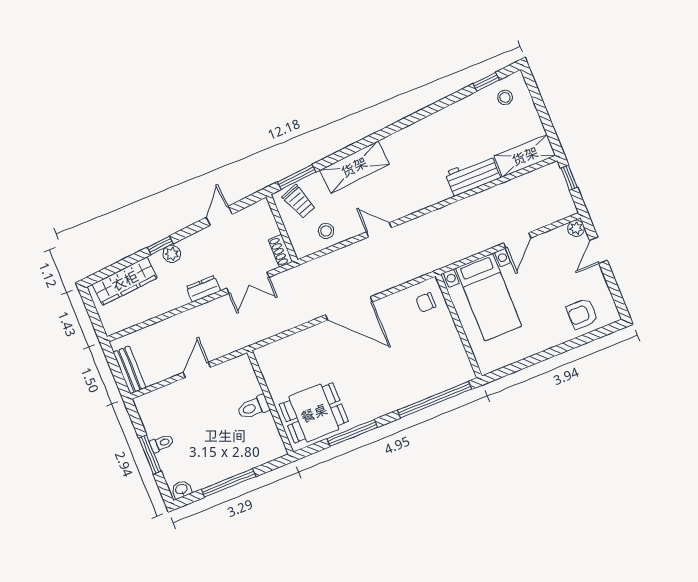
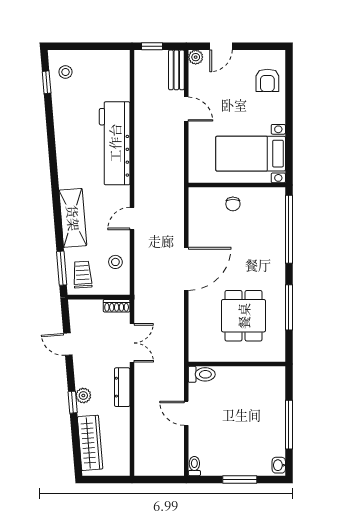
shelving: (525, 156) -> (120, 75), removed
workbench: (473, 175) -> (115, 143), width x1.88, depth x1.32
trolley: (299, 202) -> (82, 275), turned -74
door: (598, 250) -> (221, 46), hinge flipped
dresser: (203, 289) -> (122, 387), width x1.44
bed with nightstands: (489, 297) -> (251, 154), moved, turned 180
chair: (426, 302) -> (233, 204), moved
bench: (130, 370) -> (176, 70), moved, turned 90
toilet: (253, 407) -> (202, 374), moved, turned -90
dining table: (314, 413) -> (244, 316), moved
toilet: (162, 443) -> (194, 466), moved

